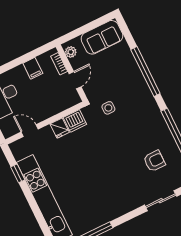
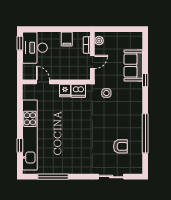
sofa: (102, 37) -> (133, 65), moved, turned 90
window: (145, 71) -> (145, 80), width x0.32
window: (18, 173) -> (20, 145), moved

